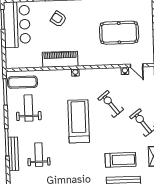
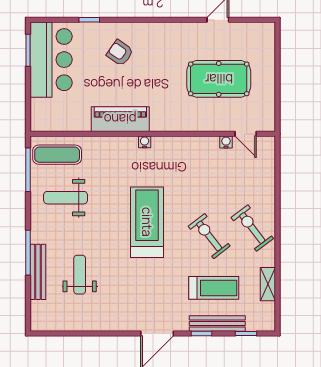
exercise bike: (111, 104) -> (209, 236), moved
weight bench: (29, 108) -> (66, 198), turned -90

